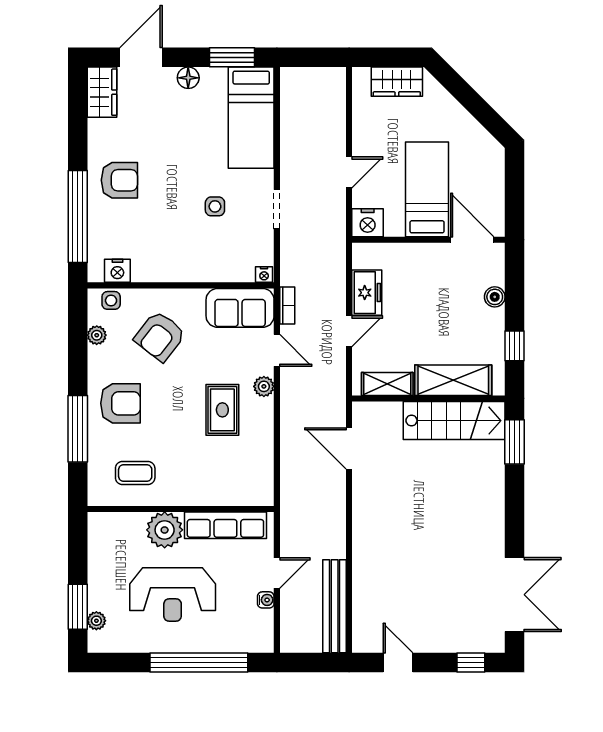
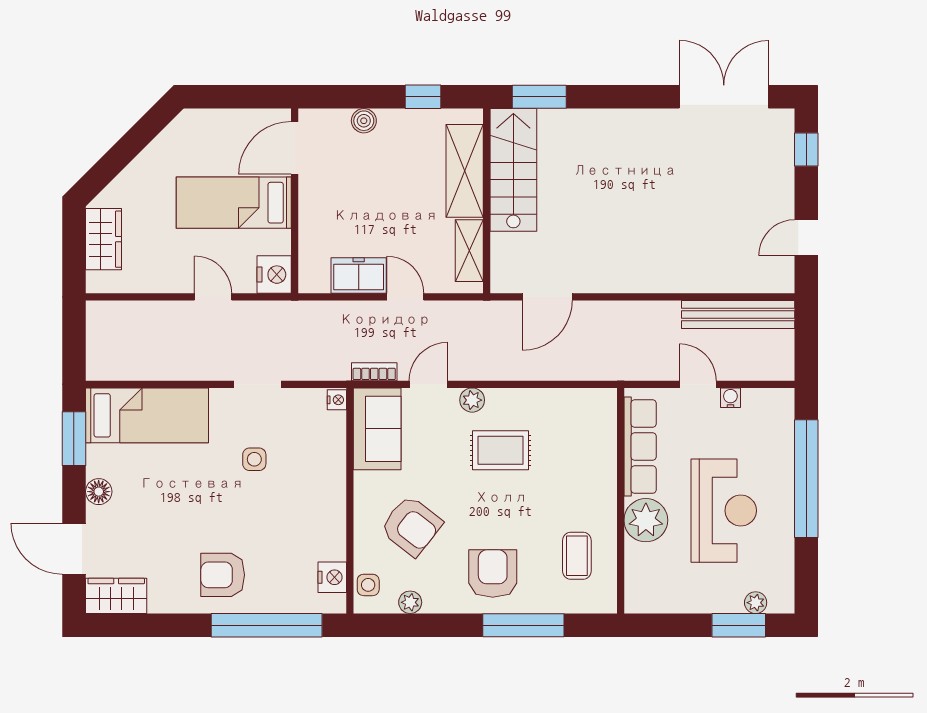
armchair: (119, 180) -> (223, 575), turned -90

